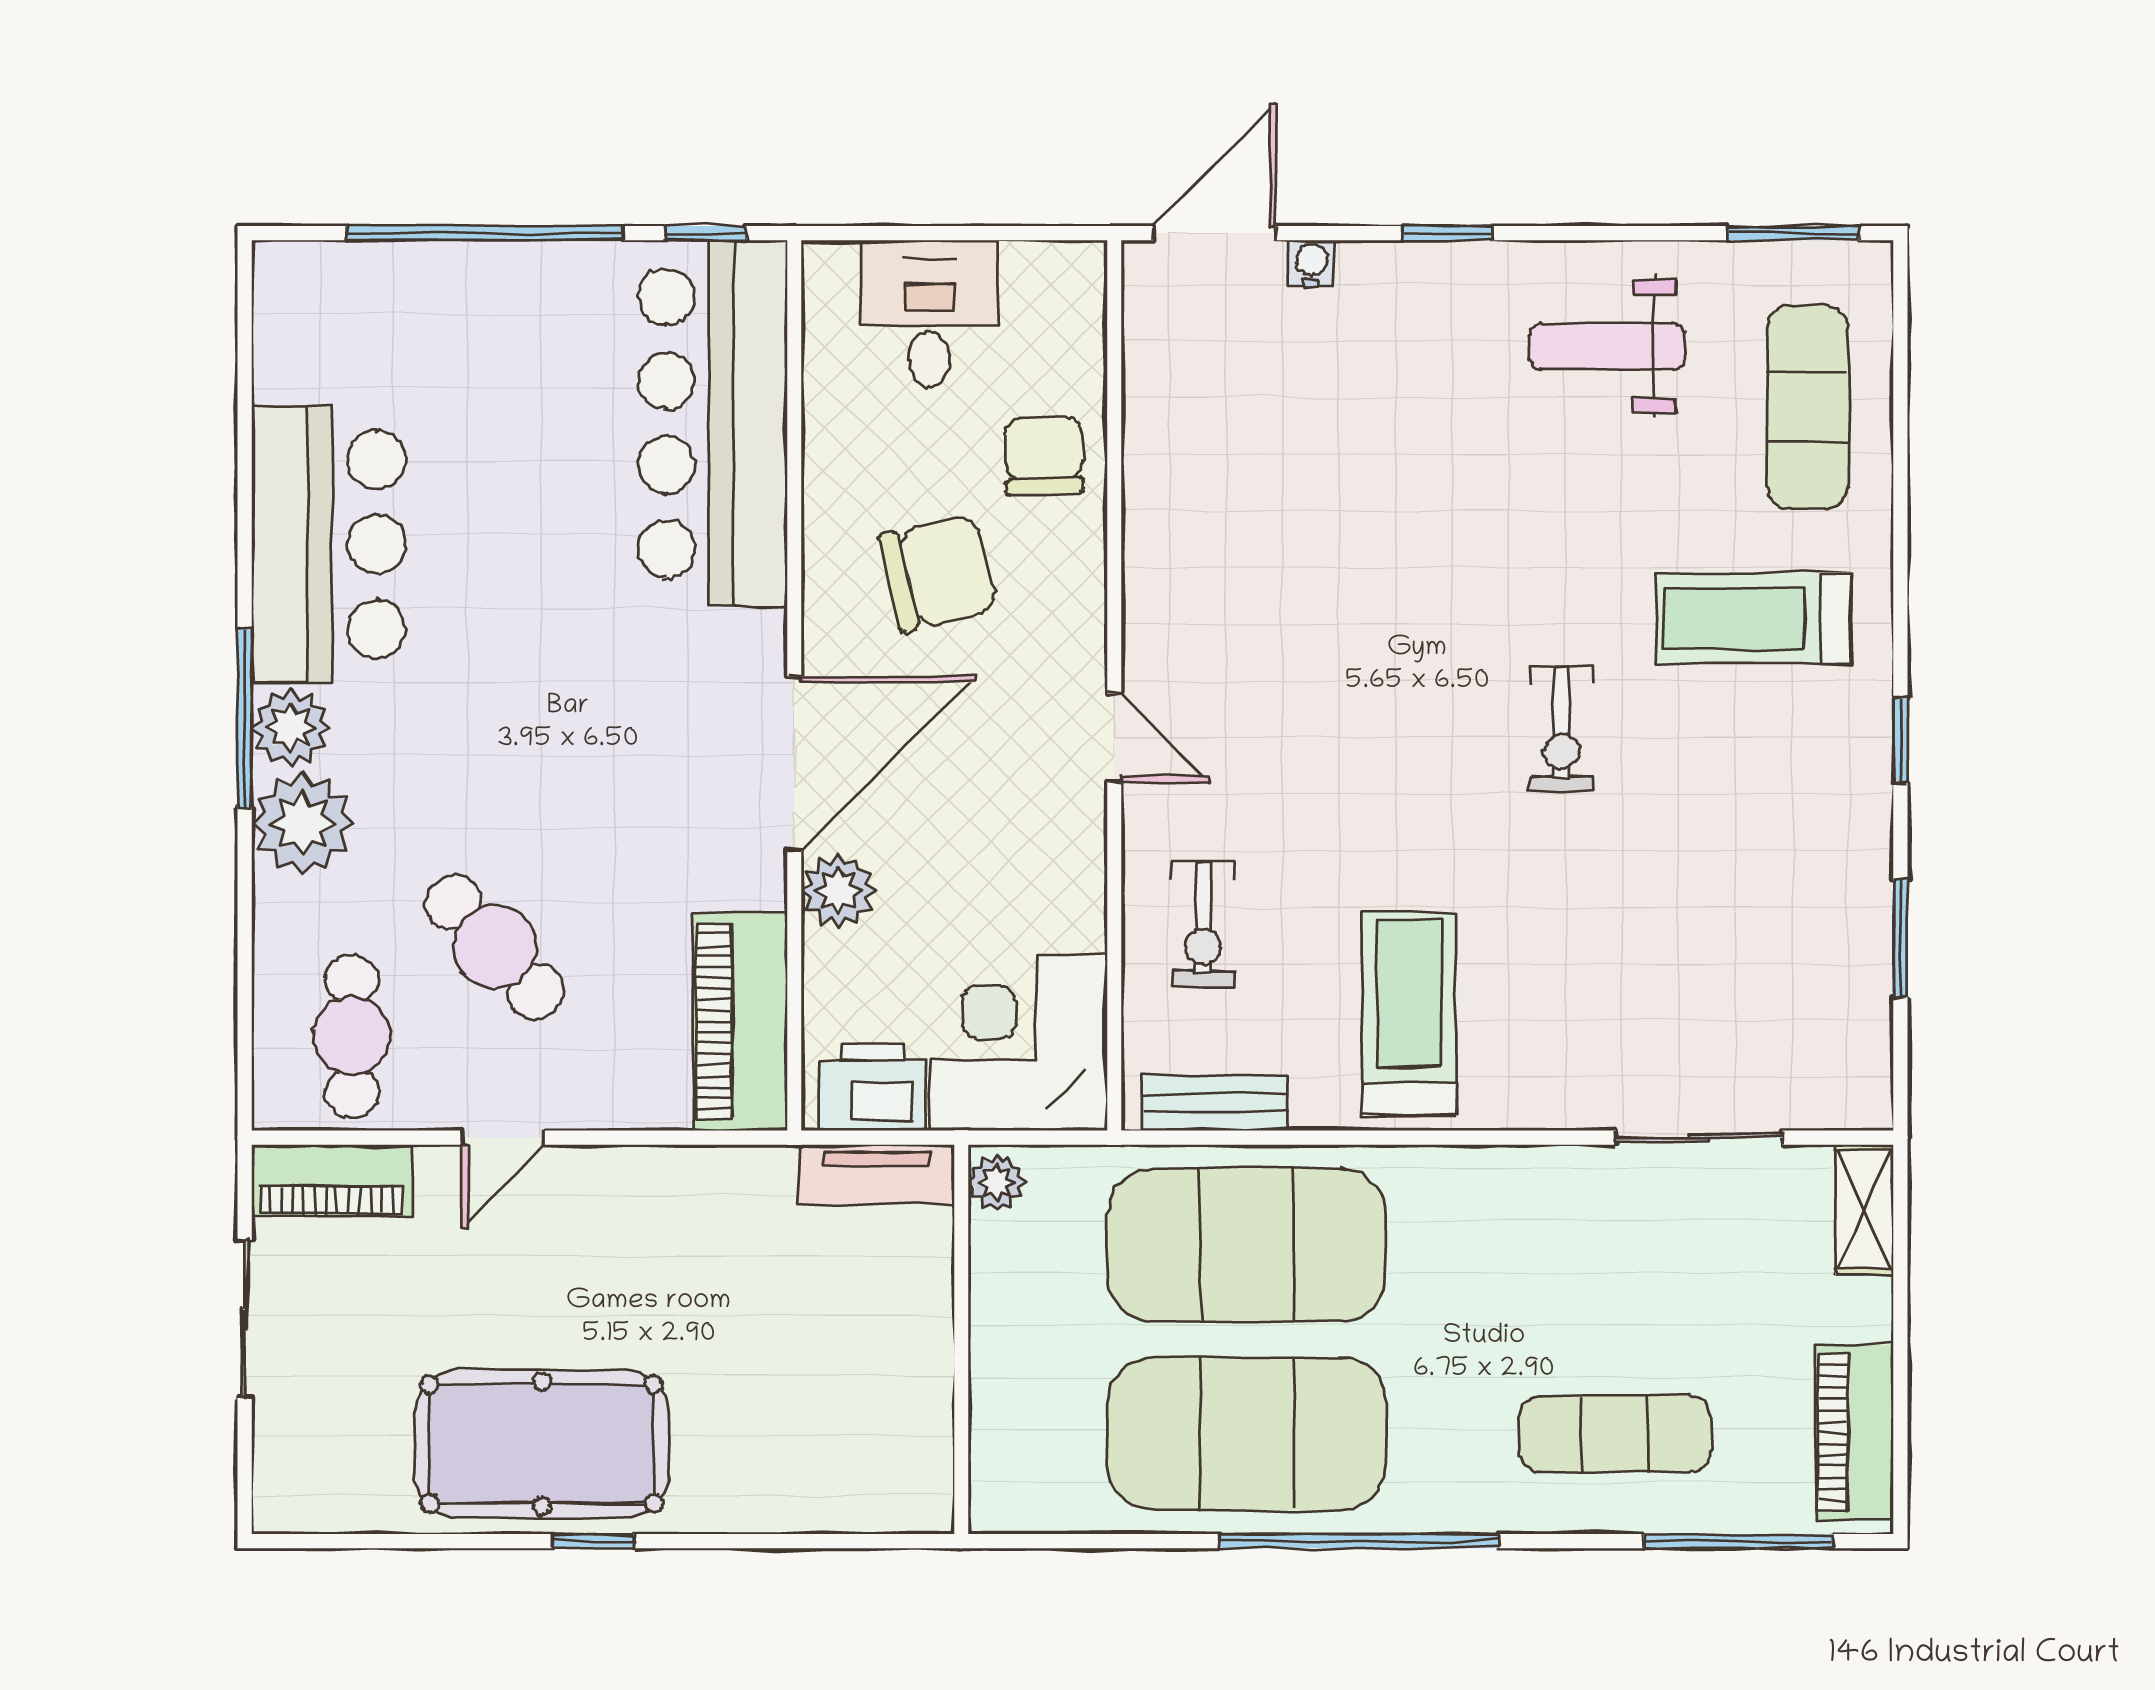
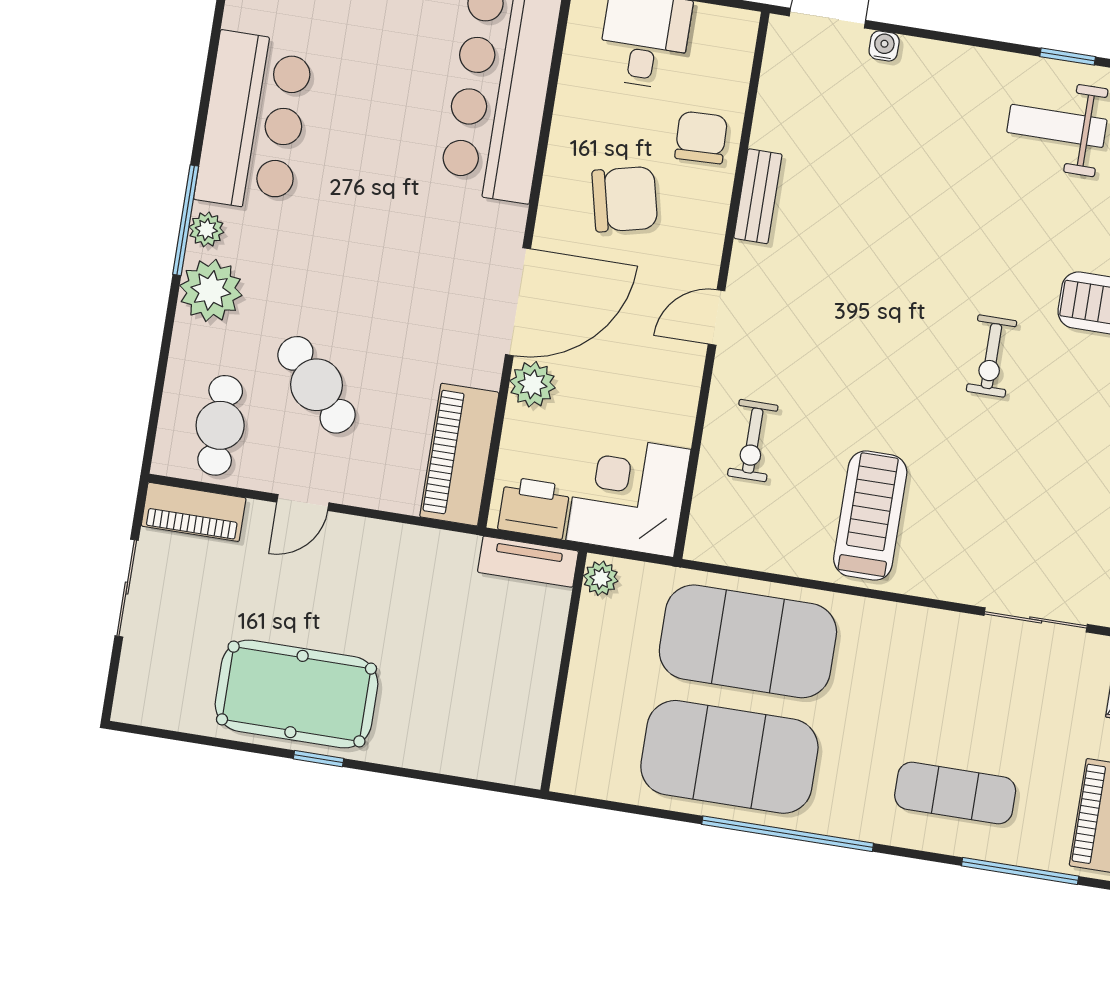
window: (1447, 233) -> (1068, 57), moved
plant: (291, 728) -> (206, 229), width x0.73, depth x0.73
door: (1114, 738) -> (717, 317), swing flipped
bench: (1215, 1103) -> (758, 196), moved, turned 90

